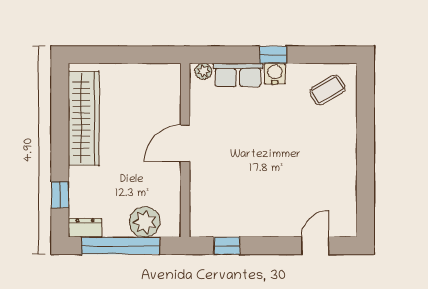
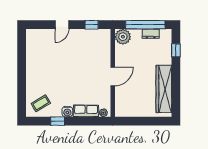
window: (273, 55) -> (58, 121), moved
plant: (145, 222) -> (123, 37), moved
dresser: (85, 228) -> (151, 34), moved
door: (315, 246) -> (62, 25), moved

